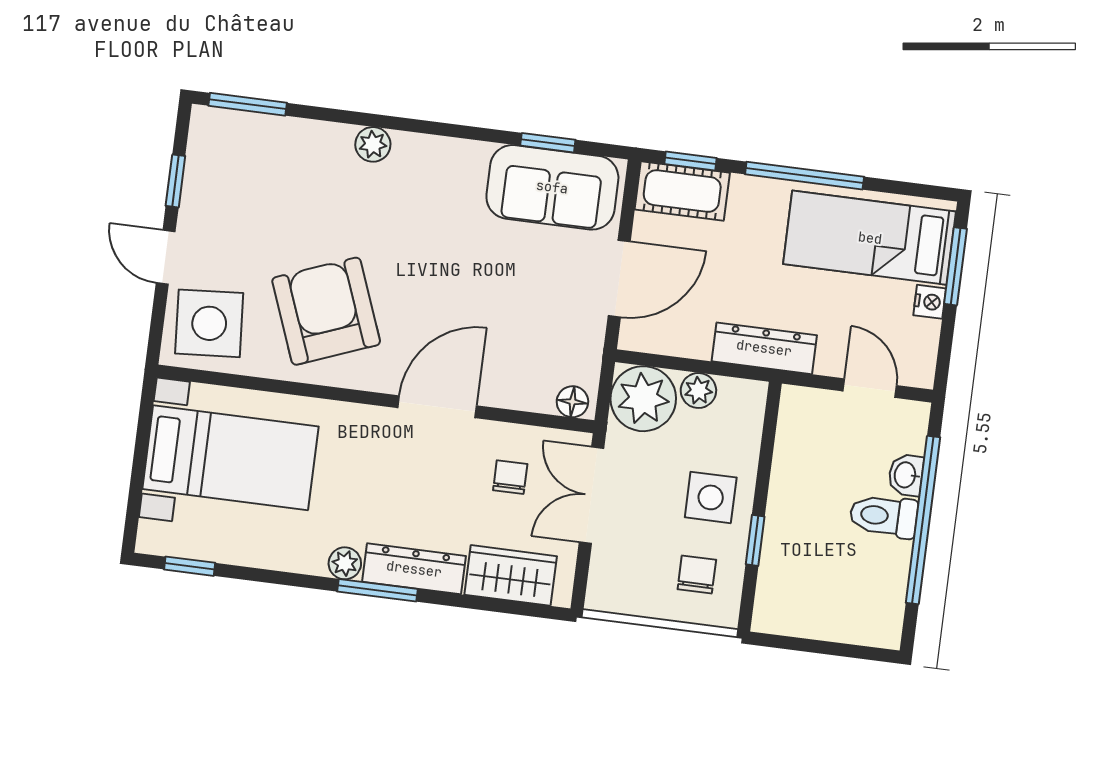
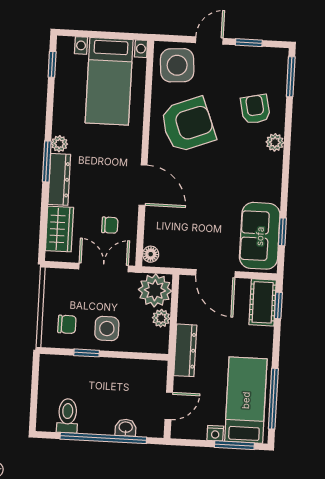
window: (805, 176) -> (273, 399), moved
armchair: (306, 178) -> (255, 109), added
toilet: (884, 516) -> (67, 416), moved

